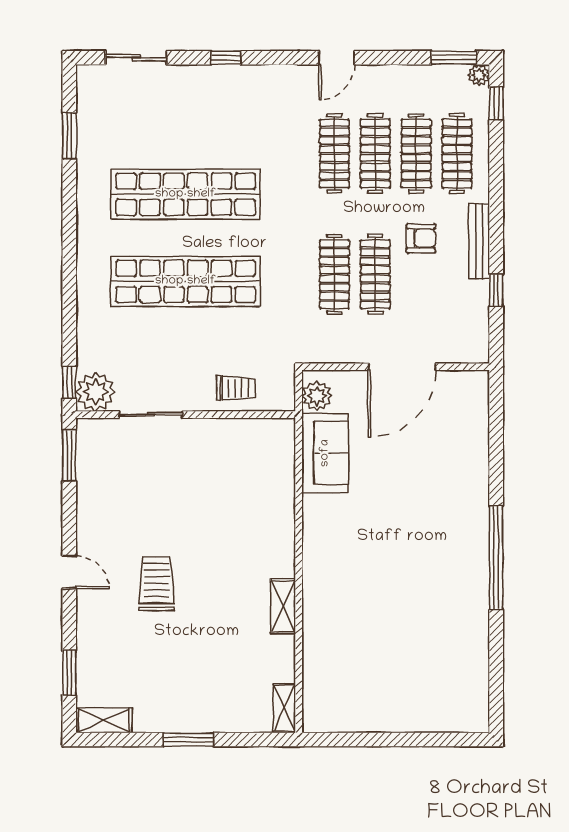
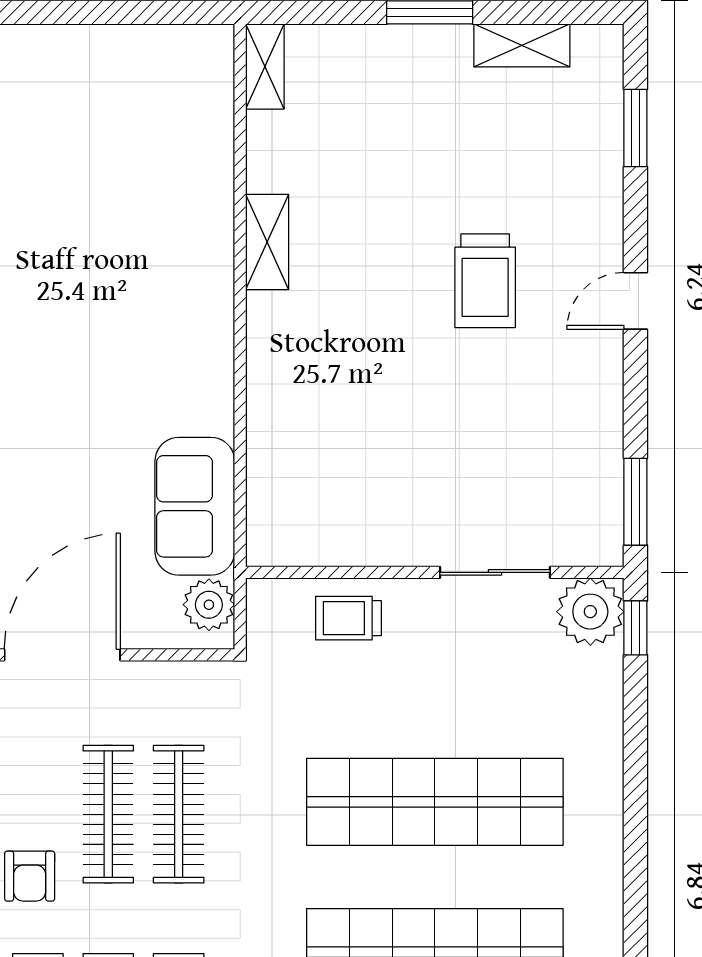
armchair: (421, 238) -> (30, 876), turned -90
door: (69, 572) -> (635, 301), hinge flipped
shelving: (104, 720) -> (522, 45), moved

